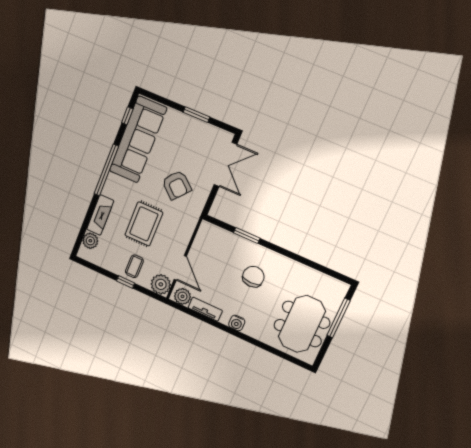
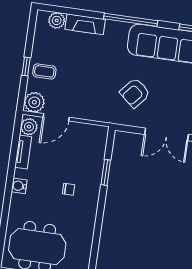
rug: (144, 224) -> (89, 70), removed
chair: (253, 277) -> (69, 189), width x0.54, depth x0.54

